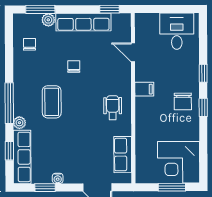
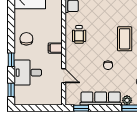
desk: (177, 31) -> (28, 73), moved, turned 90
window: (203, 108) -> (11, 90), moved

